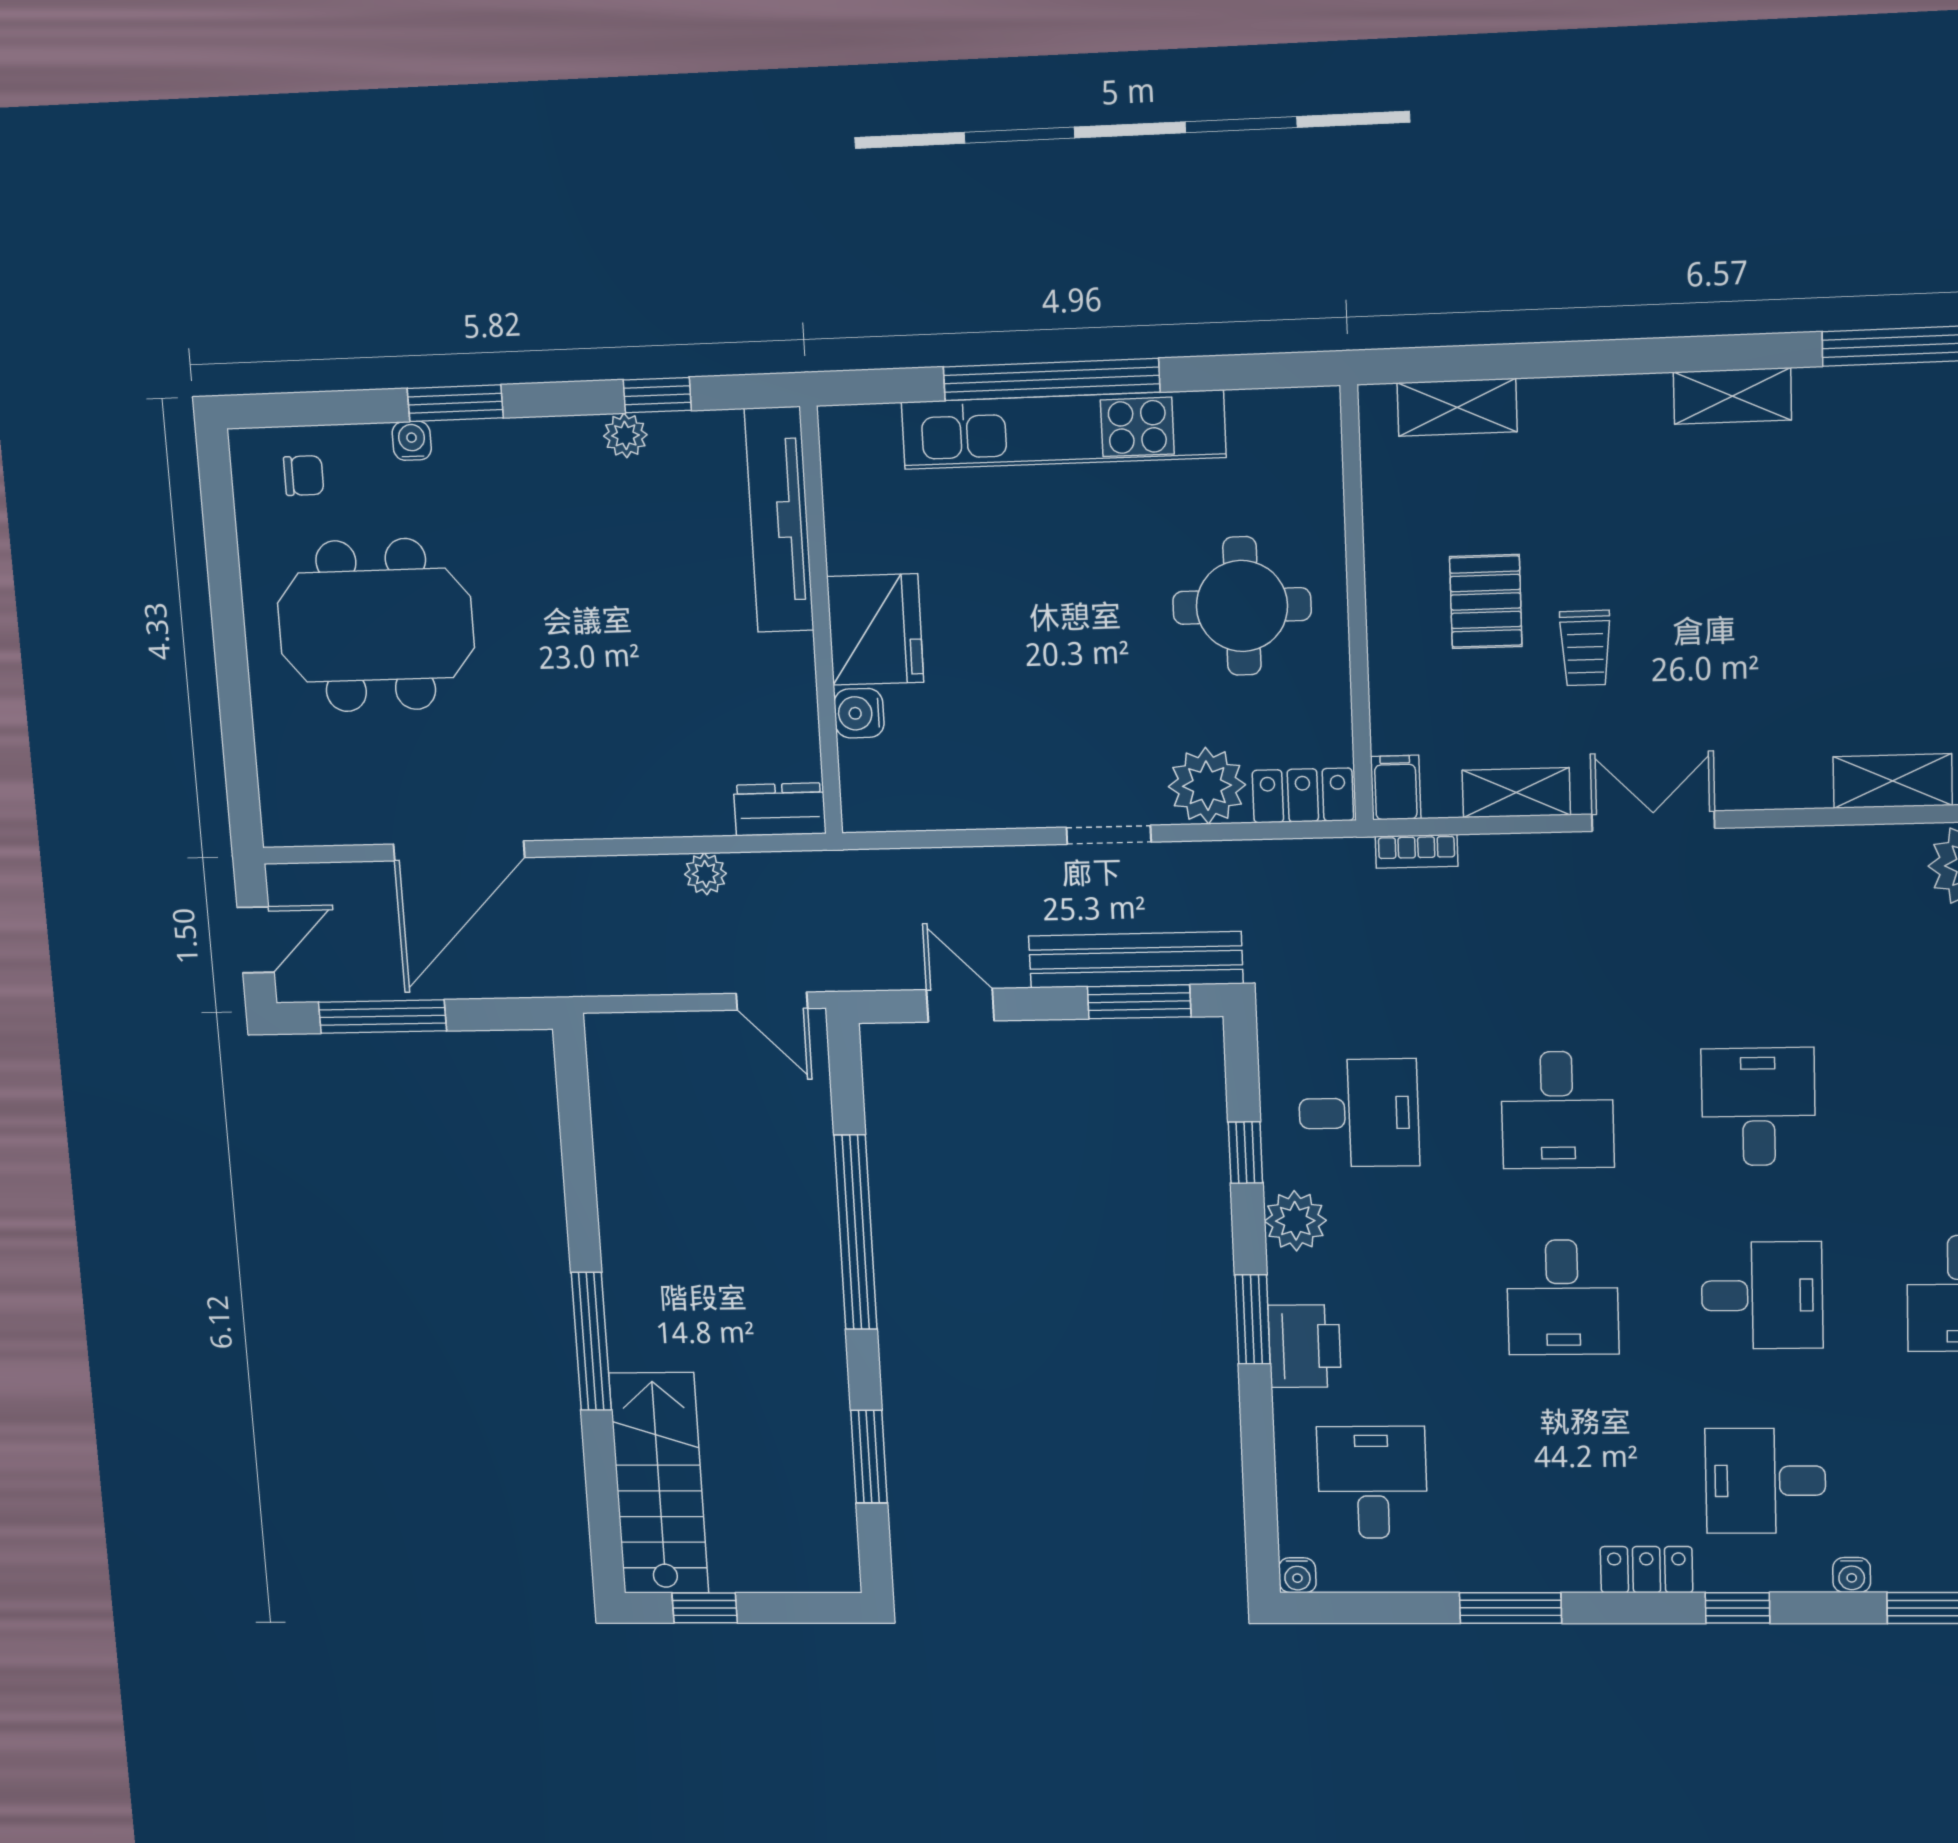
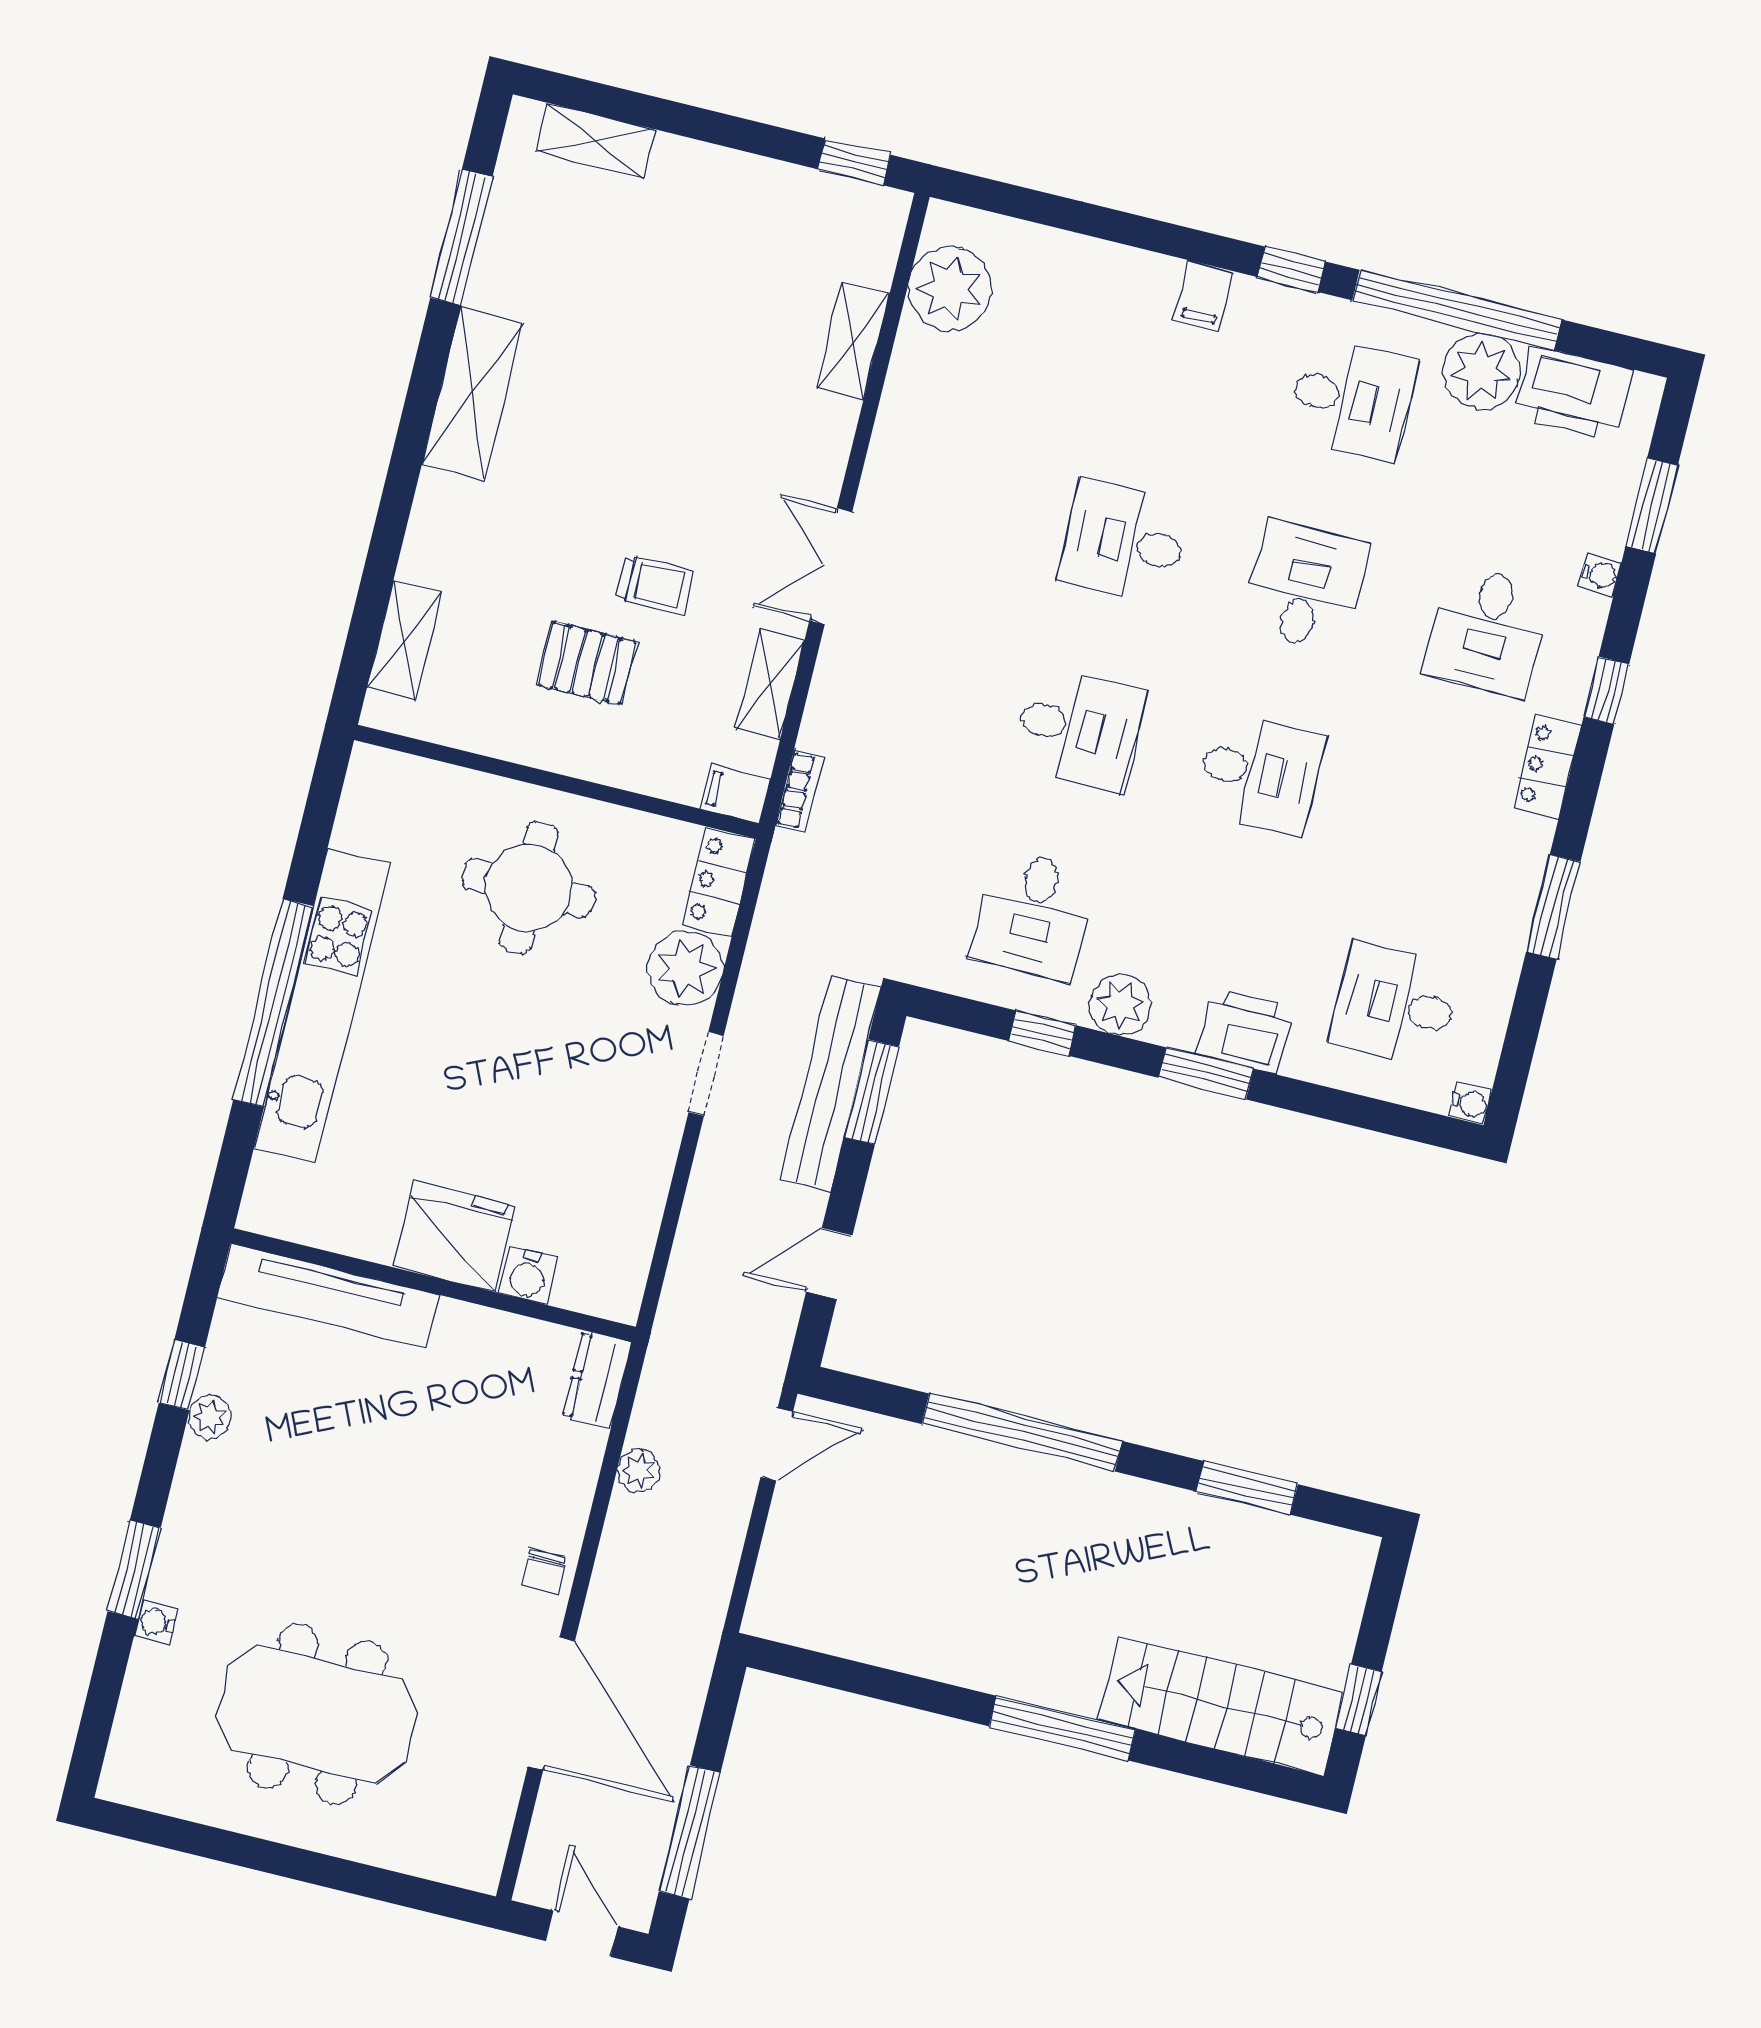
shelving: (1732, 396) -> (472, 394), width x1.50, depth x1.33
chair: (304, 476) -> (543, 1571), moved, turned 180
meeting table: (376, 625) -> (317, 1714), turned 90
desk: (1359, 1113) -> (1033, 915), turned 180

